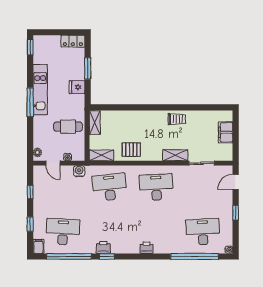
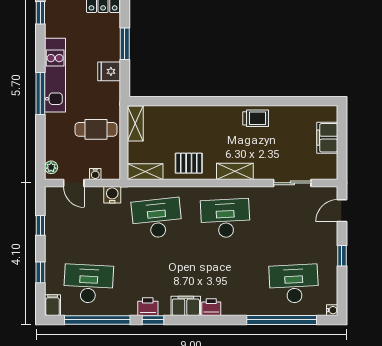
shelving: (175, 155) -> (235, 171), moved
filing cabinet: (129, 247) -> (186, 306), added

